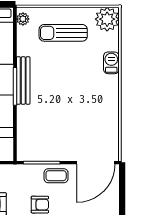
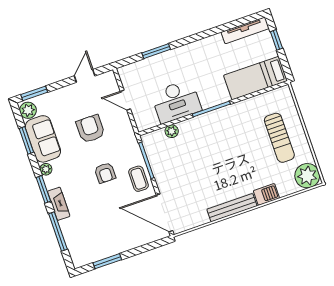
plant: (23, 19) -> (172, 131), moved
sun lounger: (63, 33) -> (279, 138), turned 180
bench: (23, 80) -> (232, 208), moved

